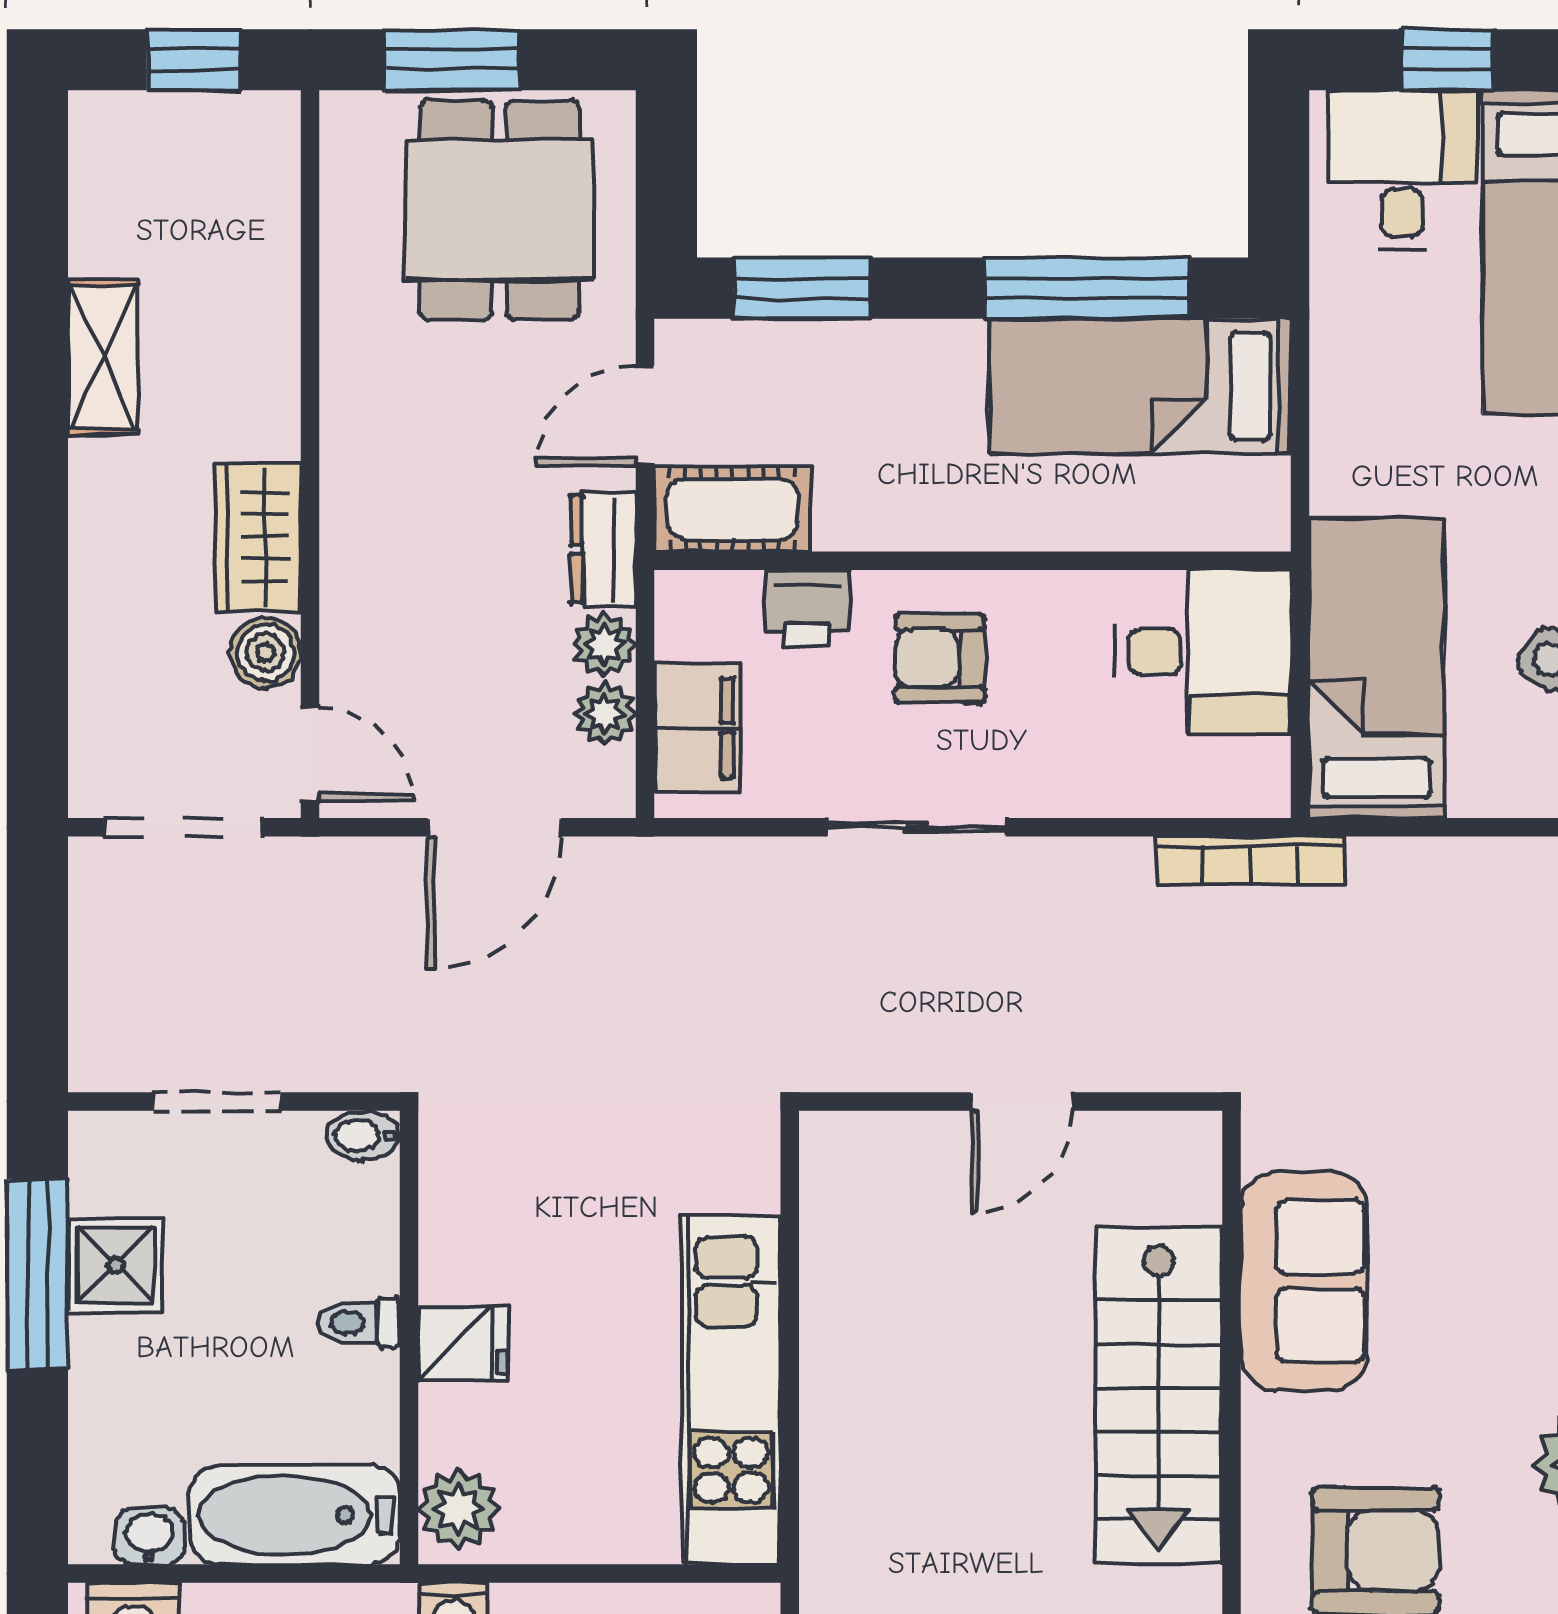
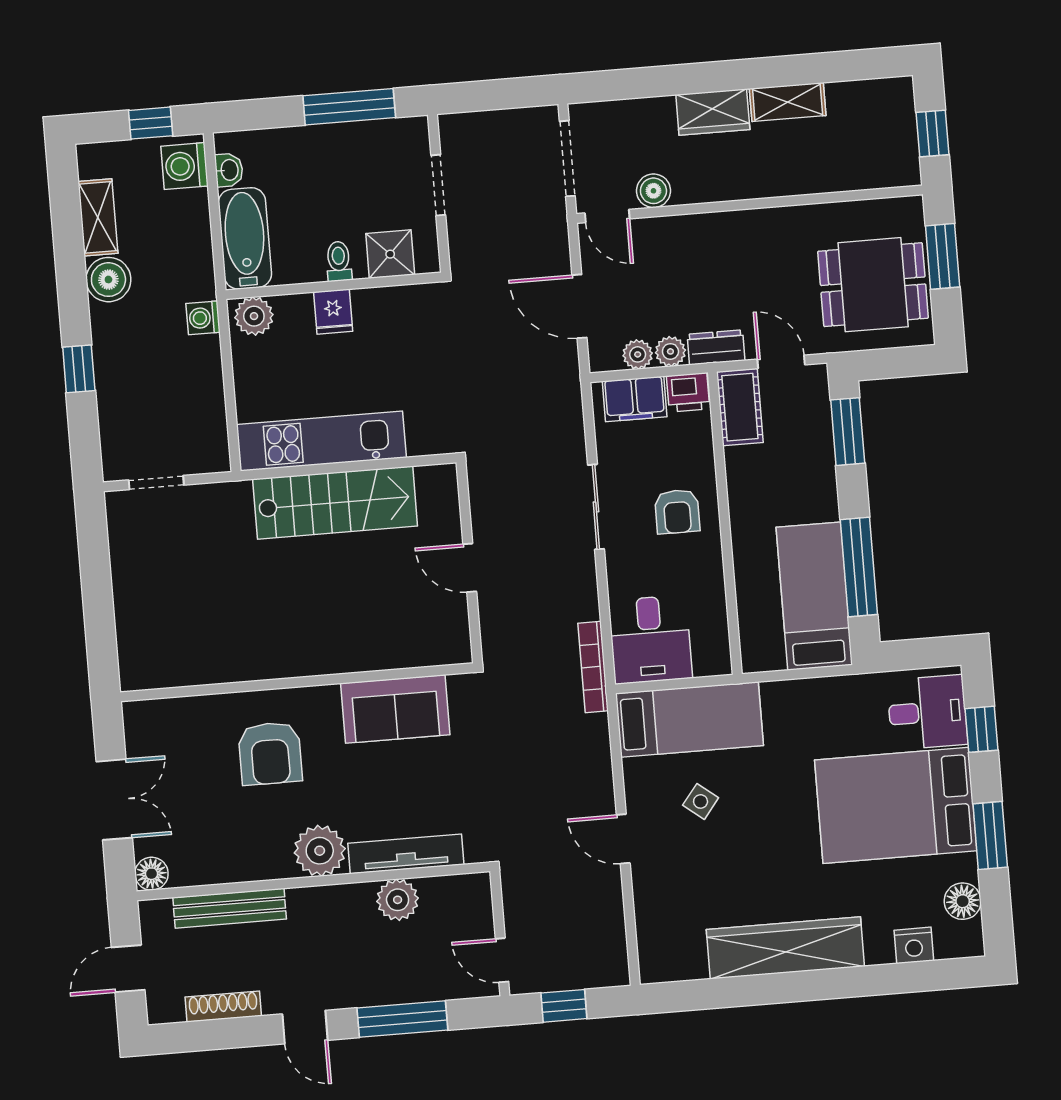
wardrobe: (258, 537) -> (713, 112), moved, turned 180
printer: (808, 608) -> (688, 392), moved, turned -90
desk: (1203, 652) -> (650, 639), moved
armchair: (940, 658) -> (677, 512), turned 180
door: (310, 754) -> (607, 216), hinge flipped
bidet: (363, 1135) -> (428, 256), removed
shower: (115, 1265) -> (390, 254), moved
stairs: (1159, 1395) -> (335, 503), moved, turned 180

